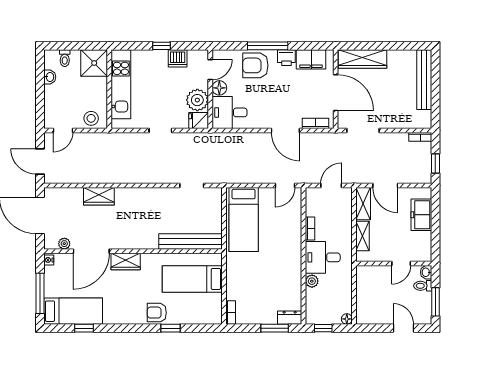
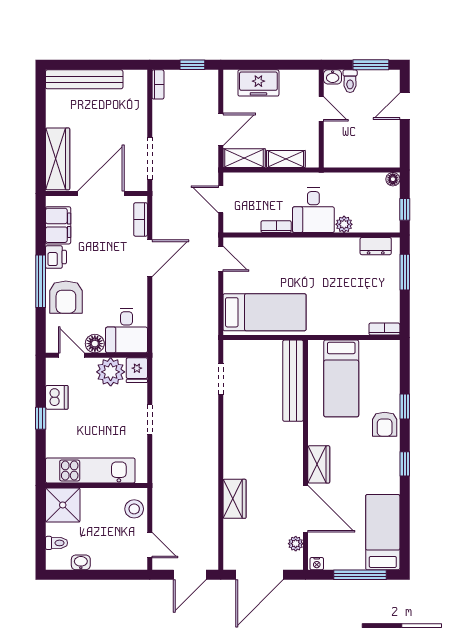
dresser: (290, 318) -> (376, 246), moved, turned -90
window: (84, 328) -> (405, 464), moved

